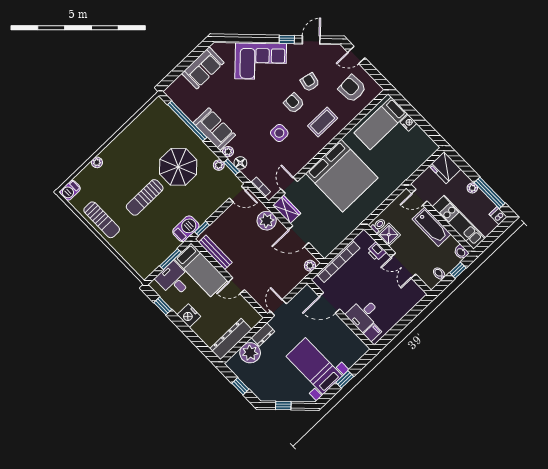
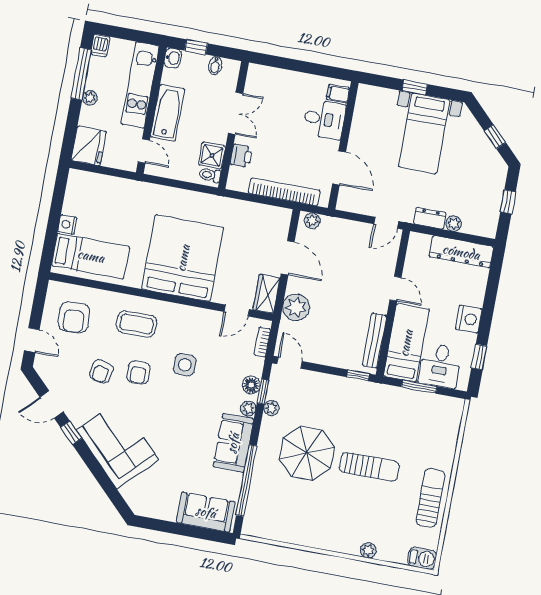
sofa: (203, 68) -> (206, 512), moved
barbecue: (186, 229) -> (372, 394), removed
plant: (250, 353) -> (454, 224), width x0.53, depth x0.53

